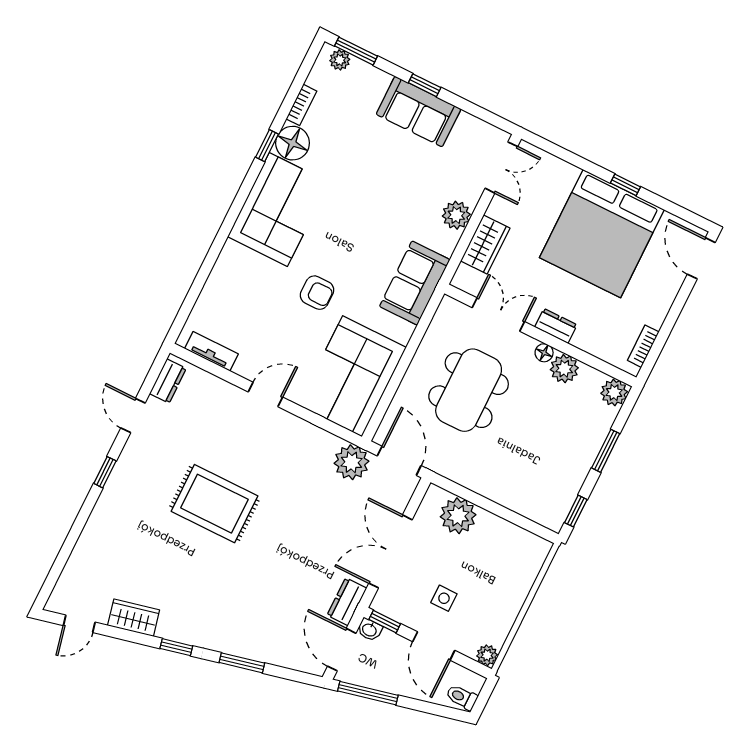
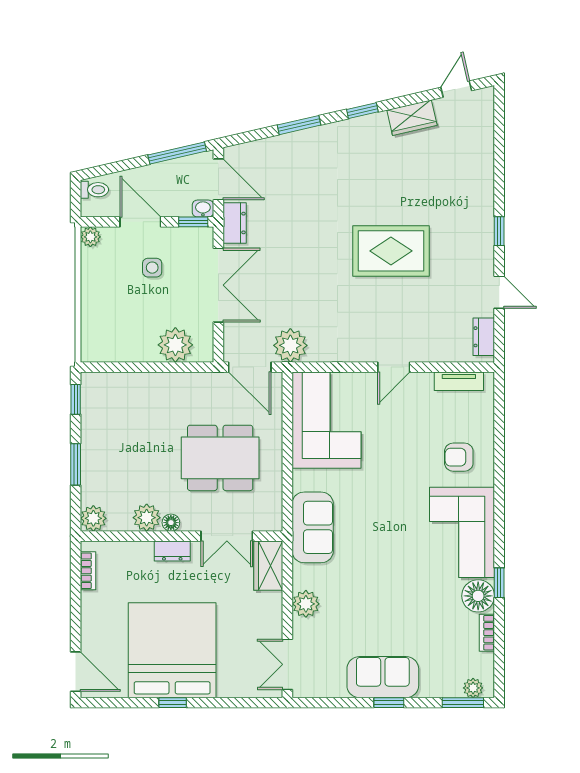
wardrobe: (485, 244) -> (268, 566), moved
armchair: (317, 293) -> (459, 457), moved
dining table: (469, 390) -> (220, 458), turned 90

